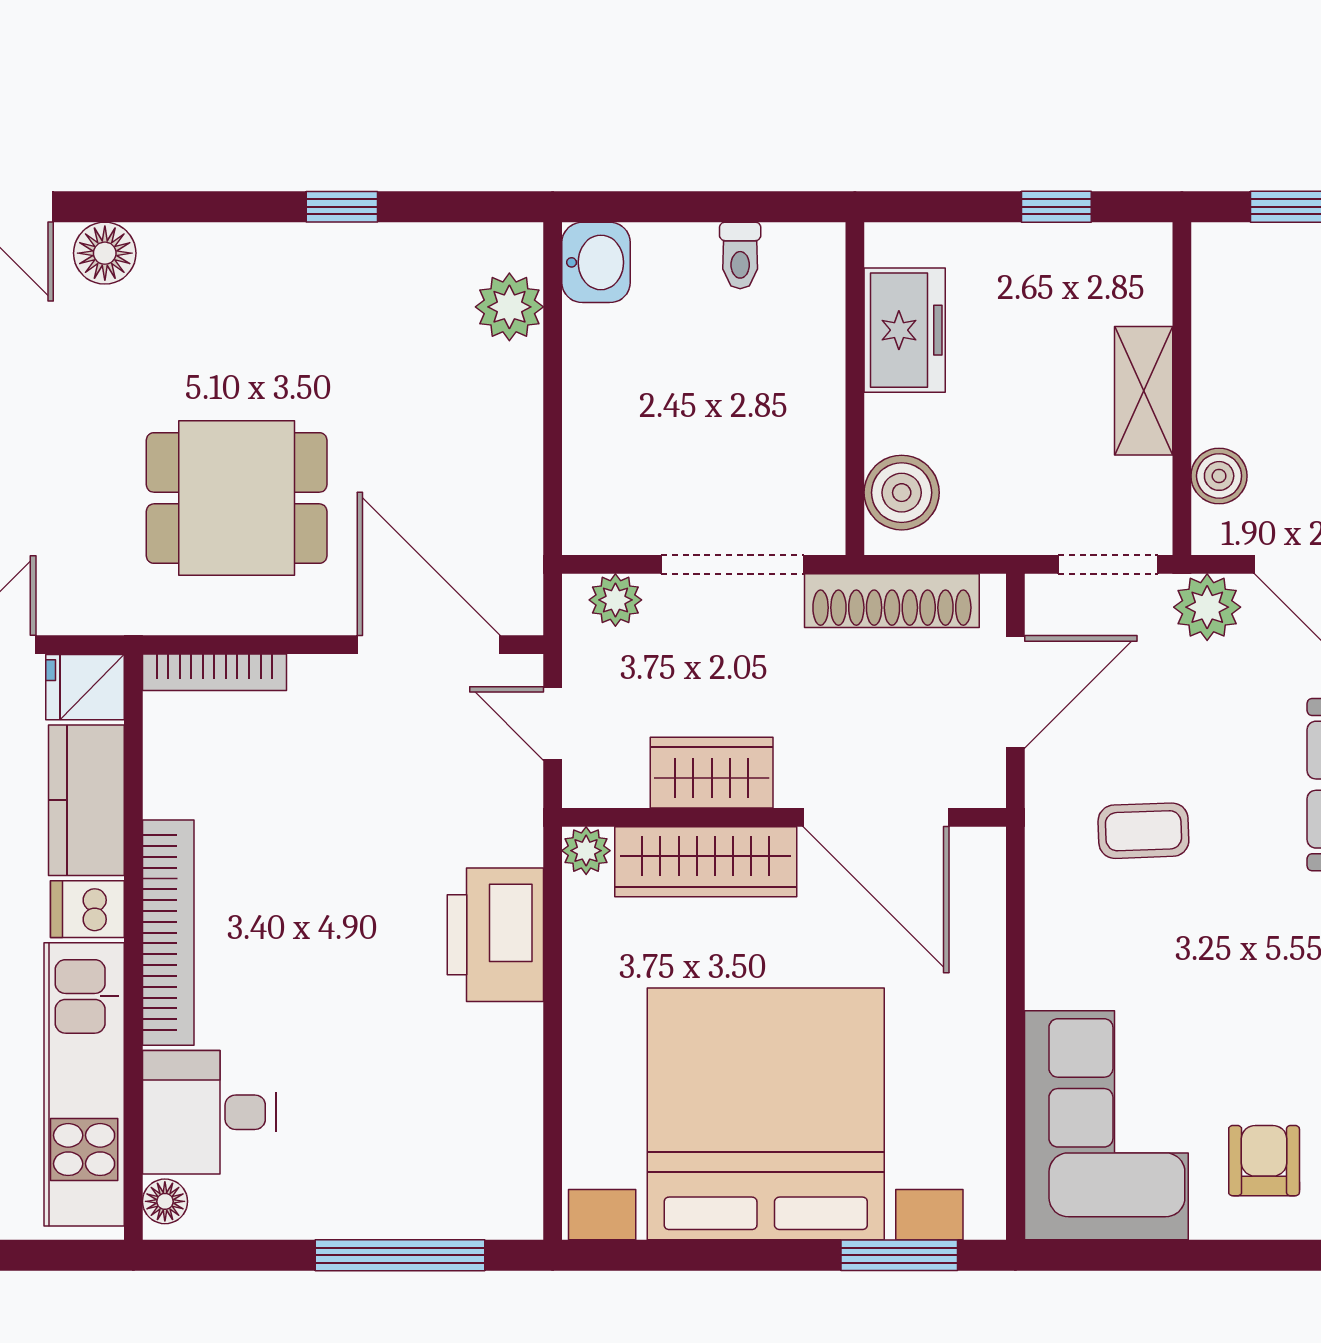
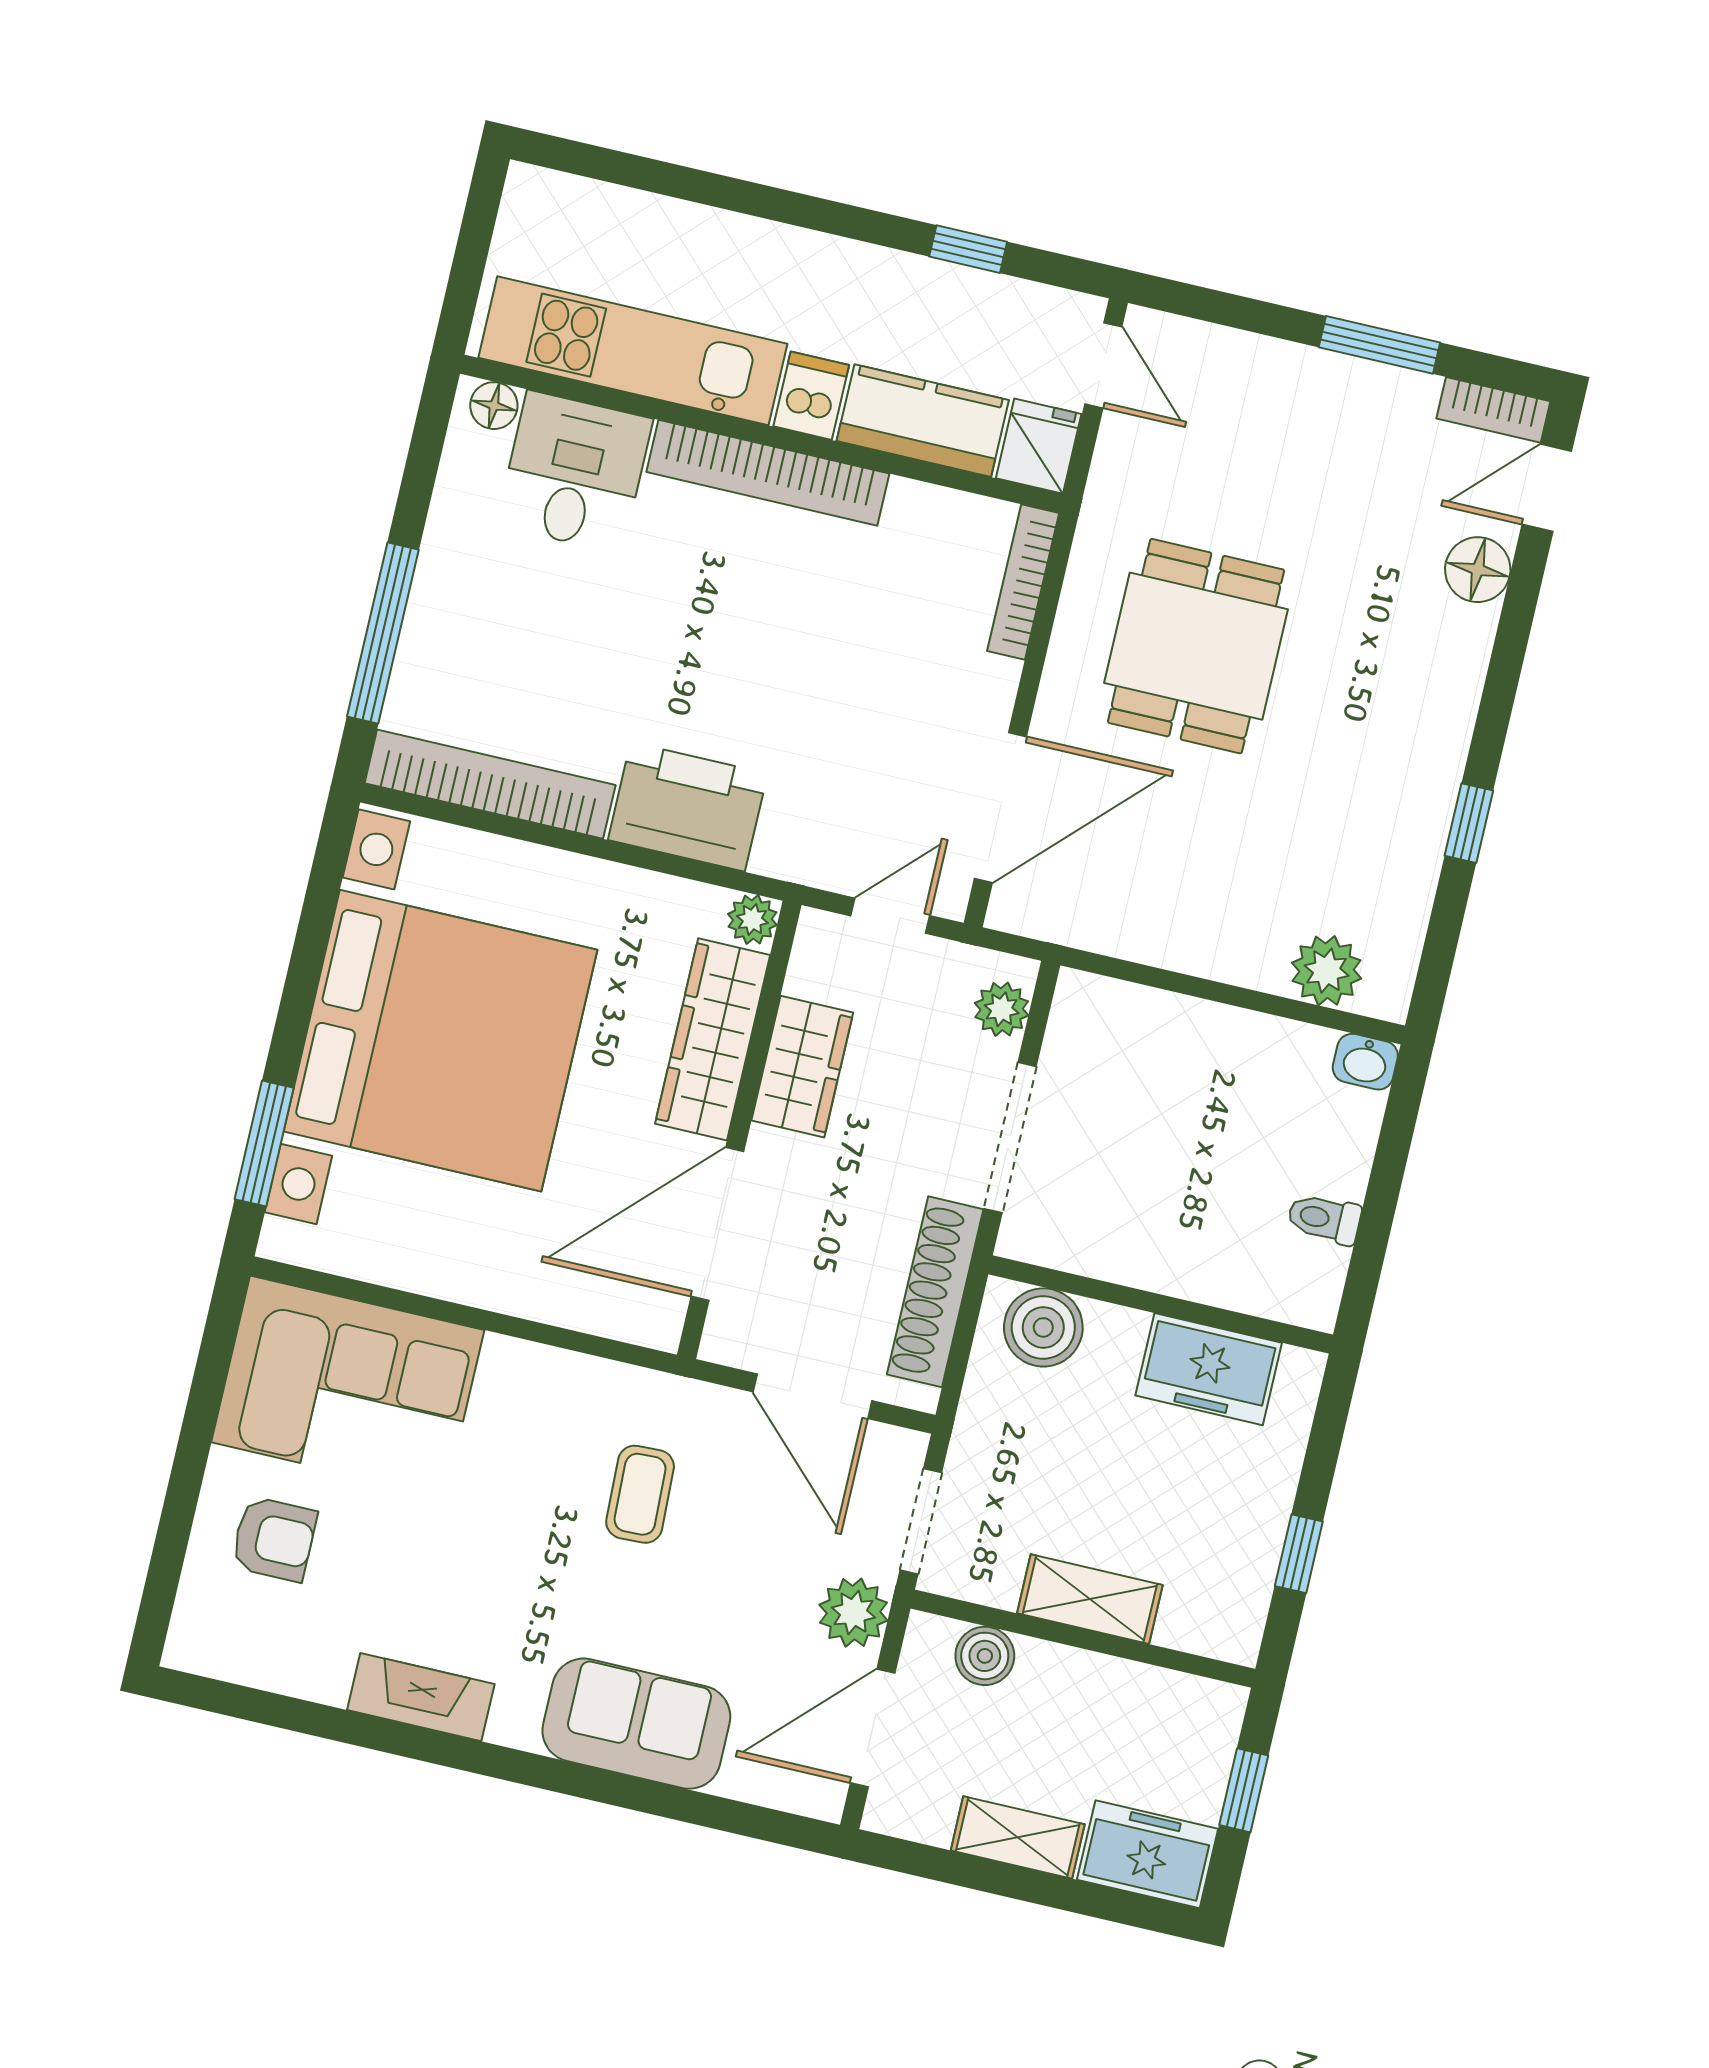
washbasin: (596, 262) -> (1365, 1062), width x0.72, depth x0.69
bookcase: (517, 1123) -> (490, 784), added

